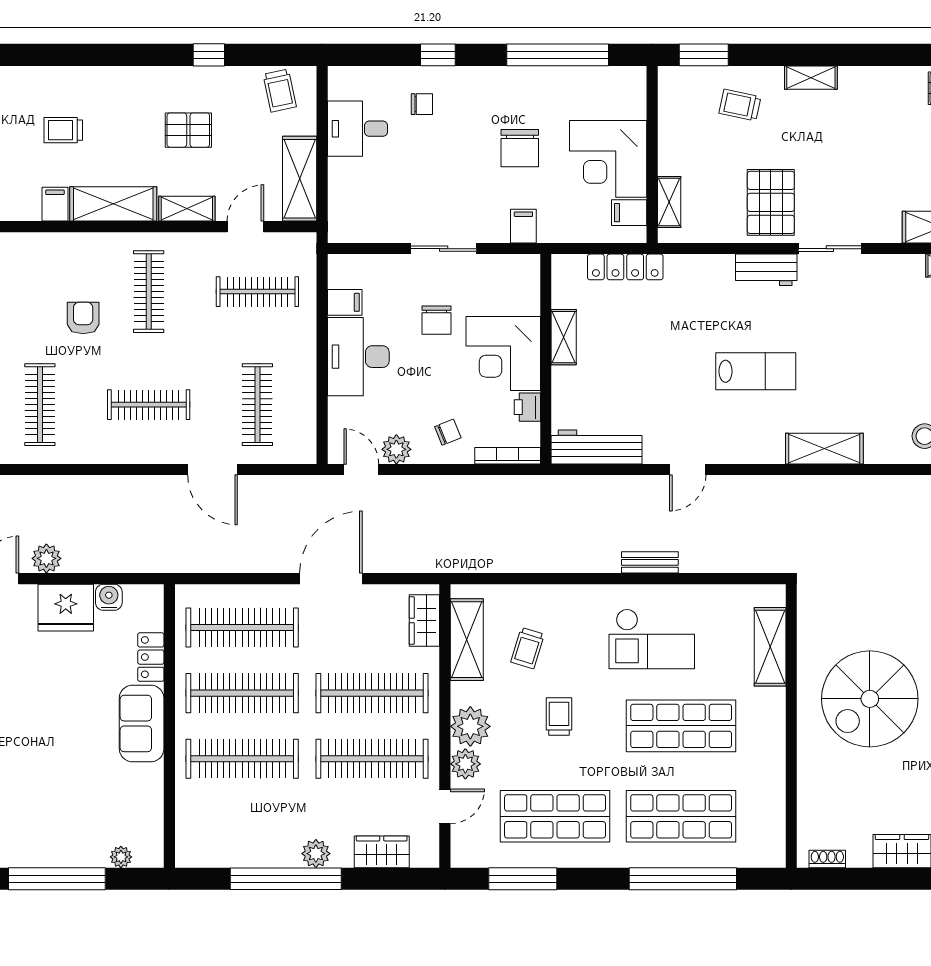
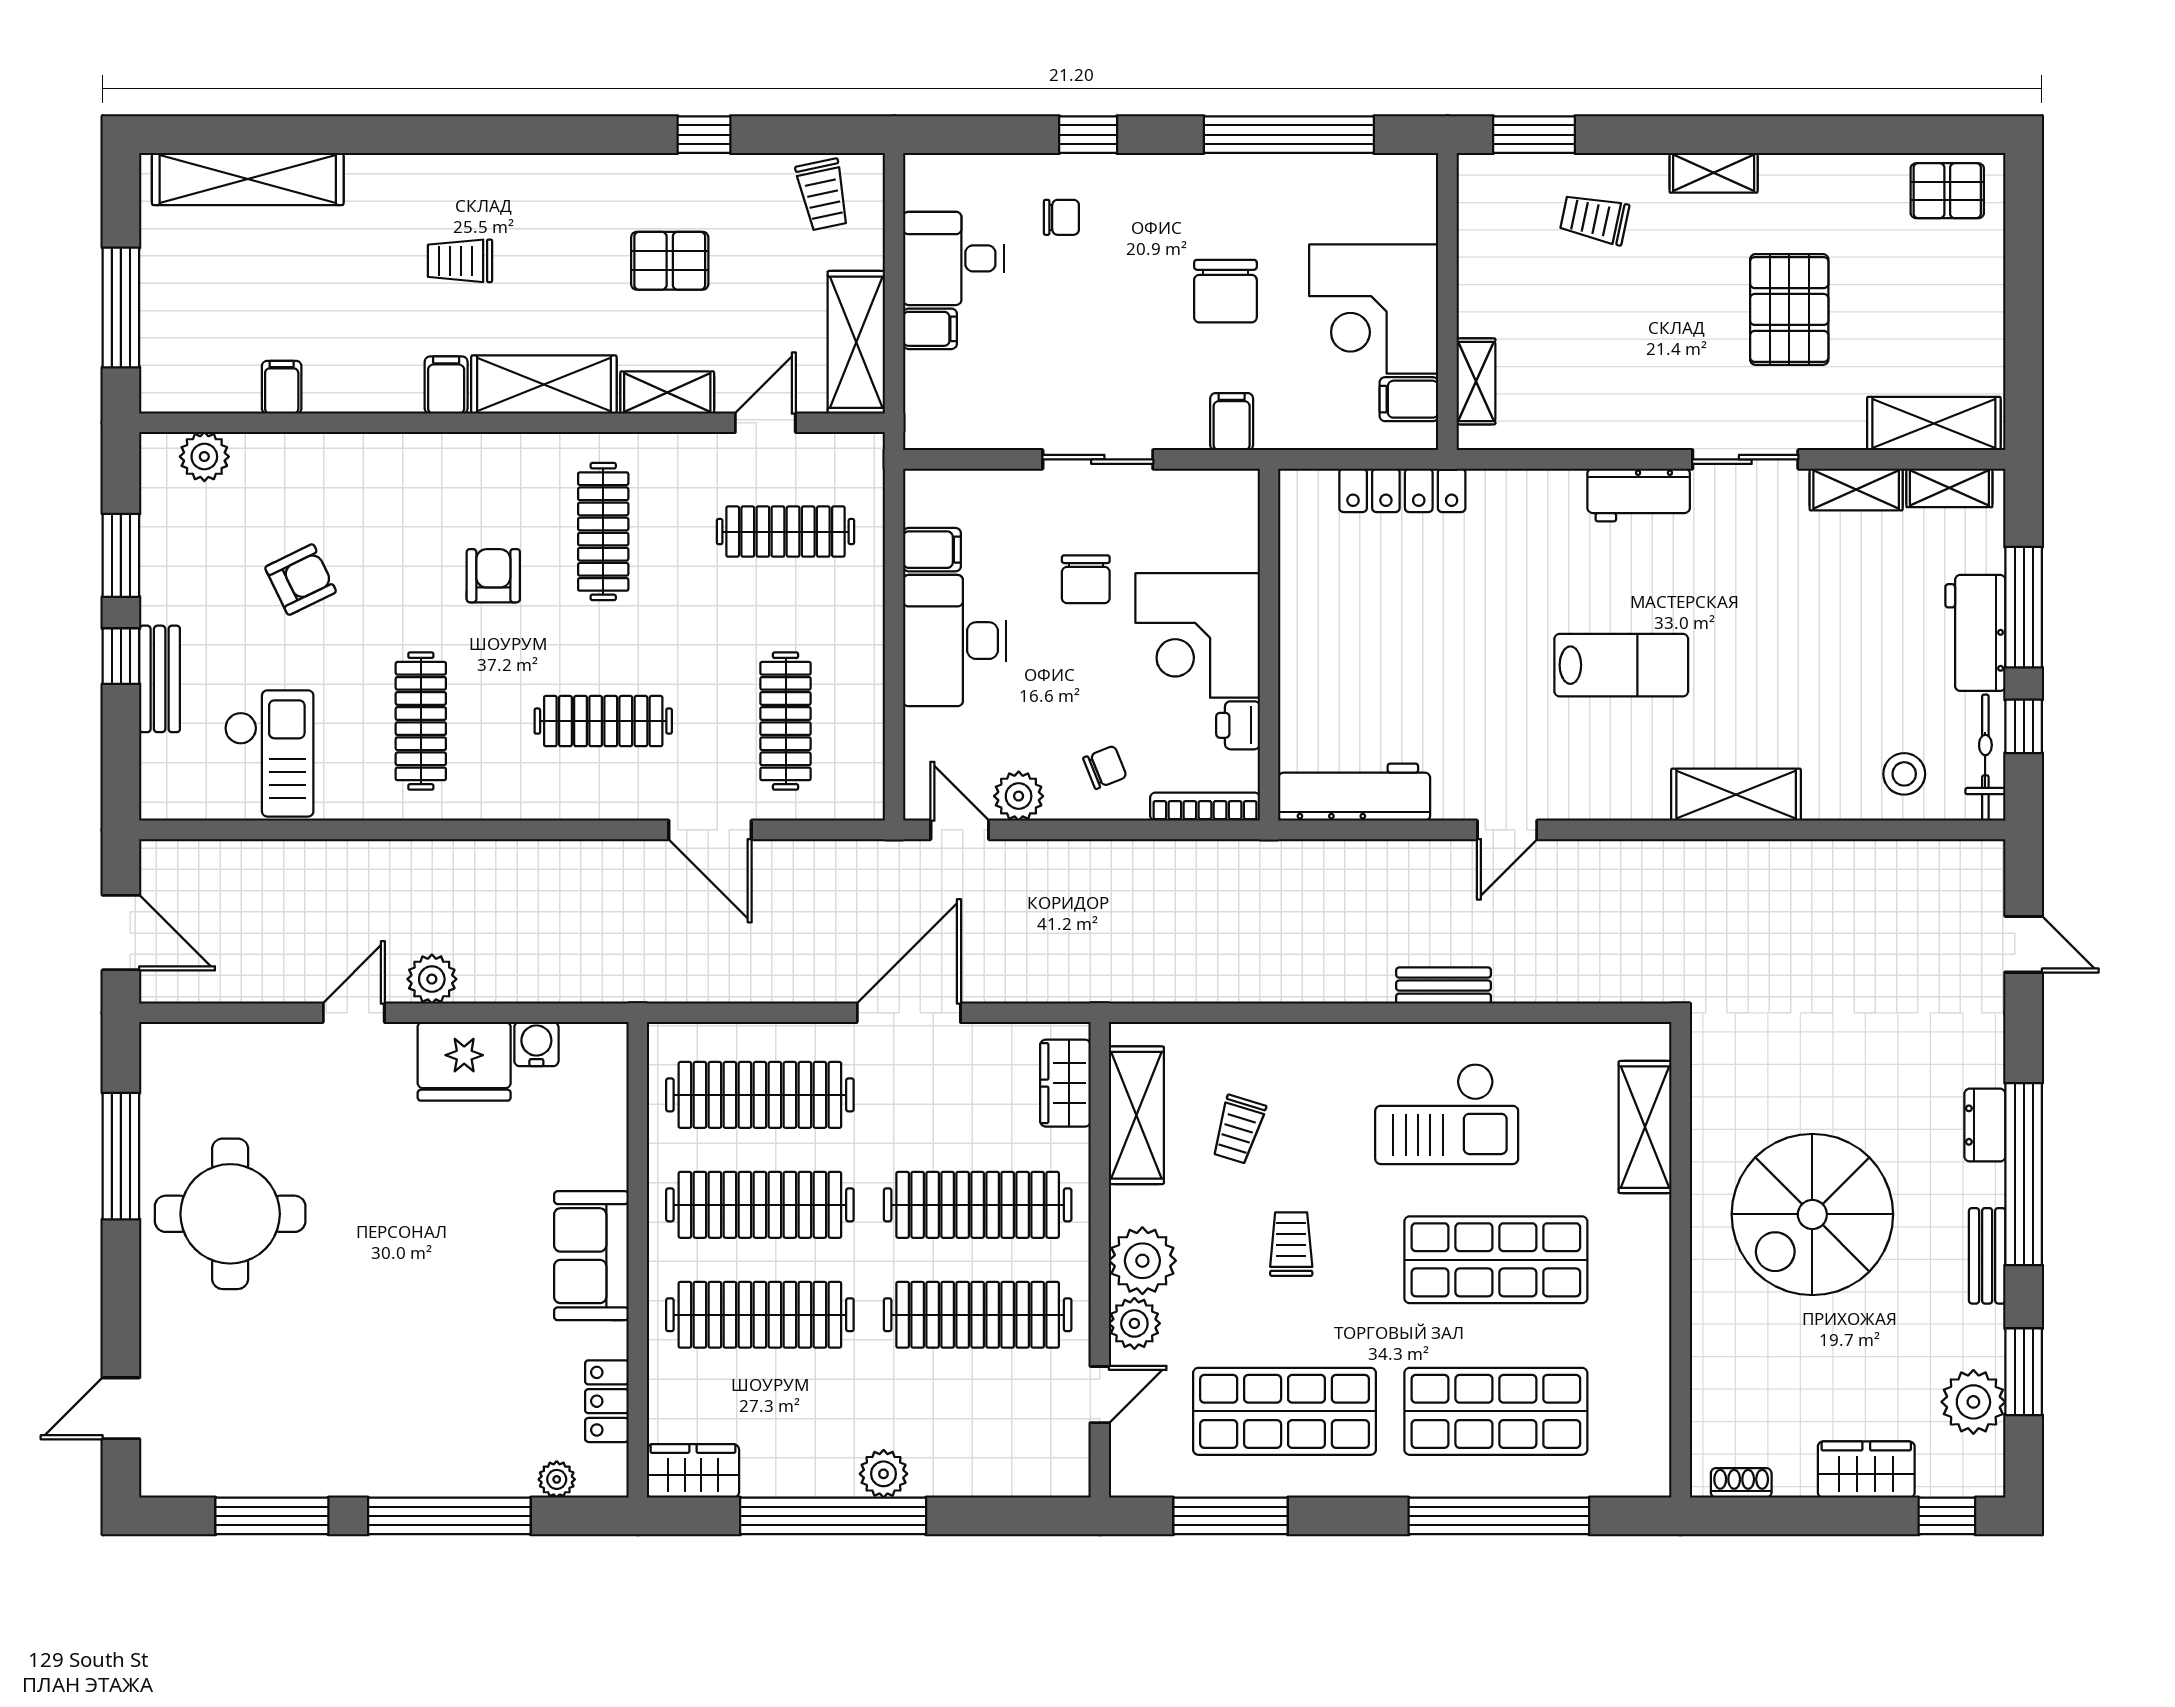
filing cabinet: (344, 171) -> (930, 329), added
pallet: (771, 202) -> (1789, 309), moved
shelving: (564, 337) -> (1856, 489), moved, turned 90
locker: (151, 657) -> (607, 1401), moved
wardrobe: (382, 852) -> (693, 1471), moved

